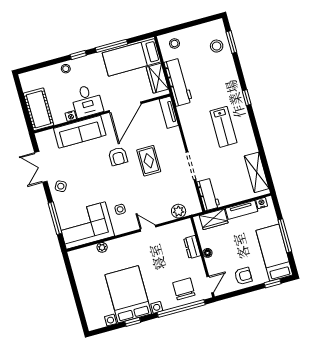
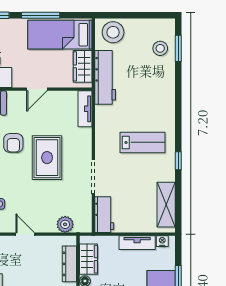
stool: (174, 44) -> (113, 32), width x1.89, depth x1.89
window: (247, 98) -> (178, 161), moved
door: (125, 107) -> (37, 89), width x0.53
lab bench: (223, 127) -> (143, 142), turned -90
rug: (149, 161) -> (47, 158), width x1.36, depth x1.43
wardrobe: (214, 219) -> (88, 259), moved, turned -90
dresser: (192, 247) -> (69, 264), width x1.44

